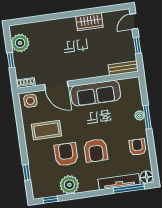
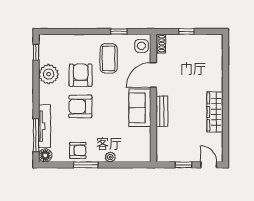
wardrobe: (89, 22) -> (215, 112), width x1.50
plant: (20, 43) -> (203, 44), removed
bench: (123, 68) -> (162, 111), moved
sofa: (96, 93) -> (140, 108), width x0.73
window: (147, 117) -> (86, 165), moved
armchair: (66, 154) -> (81, 75), turned -90
window: (27, 172) -> (119, 31), moved

